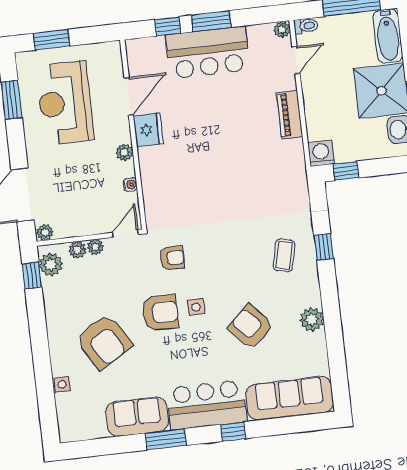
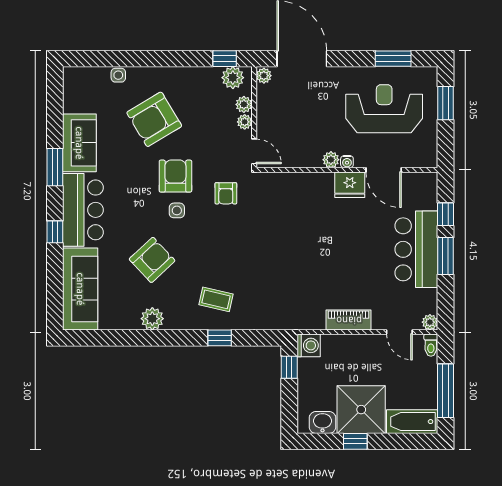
water cooler: (130, 185) -> (347, 162), moved
armchair: (160, 313) -> (175, 176), turned 180

